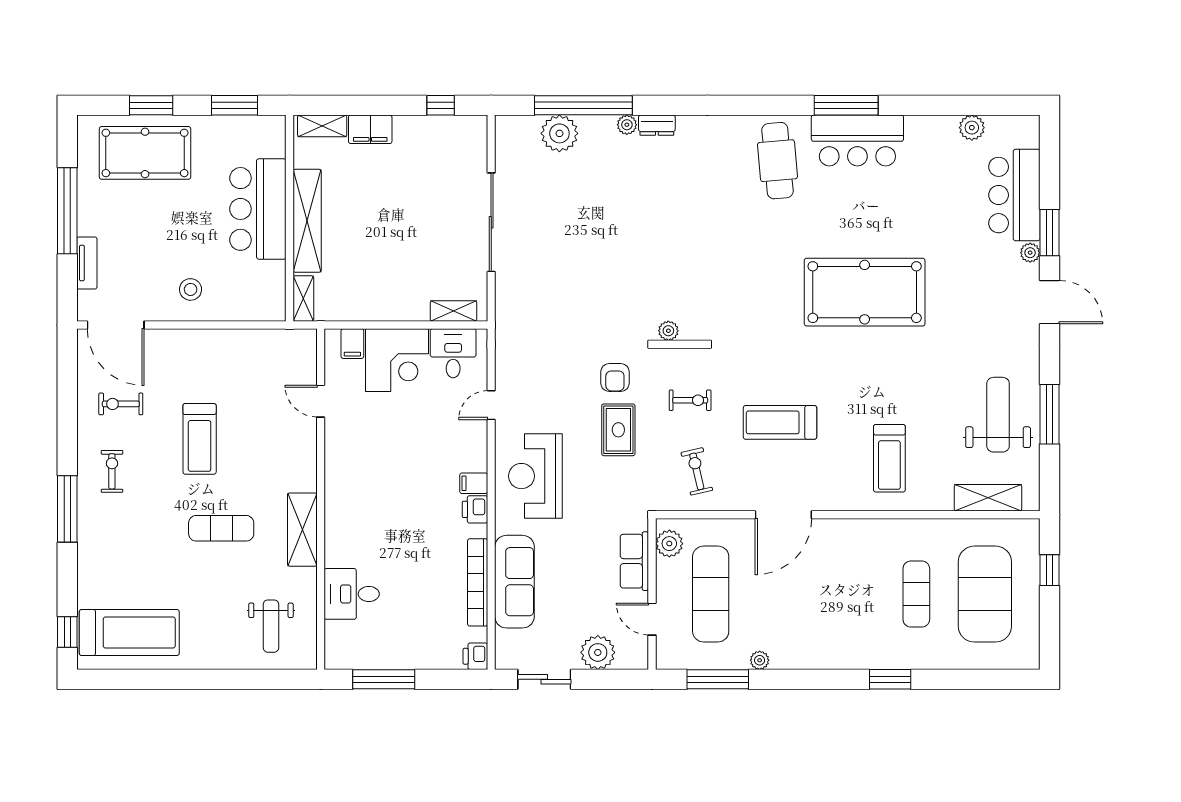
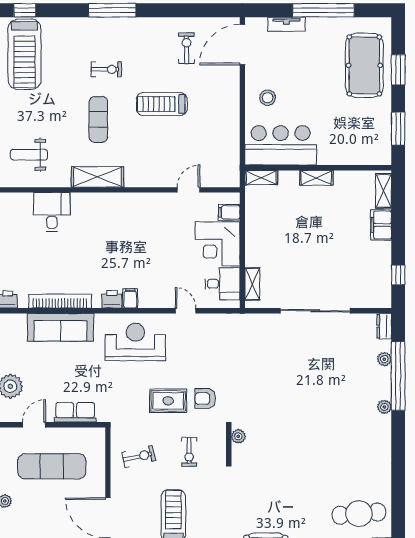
dresser: (657, 125) -> (384, 326), moved
plant: (559, 133) -> (384, 359), width x0.53, depth x0.53
bar counter: (258, 209) -> (281, 145), moved
shelving: (307, 221) -> (316, 178), width x0.45, depth x0.75
exercise bike: (112, 471) -> (106, 69), moved
plant: (669, 544) -> (88, 437), removed

